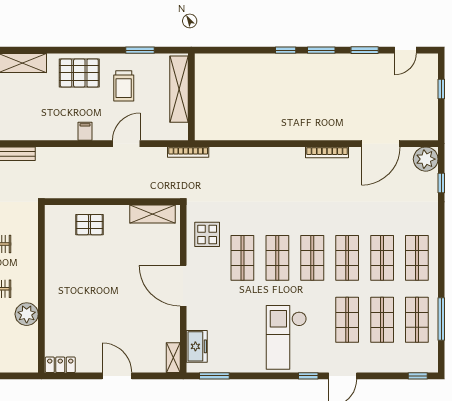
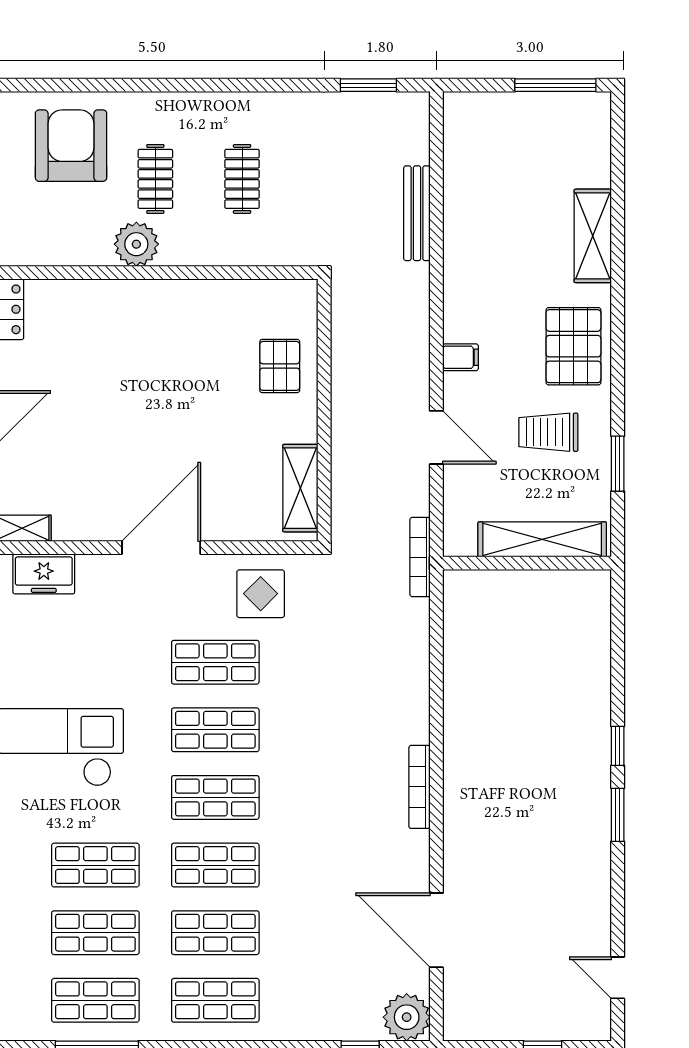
window: (365, 50) -> (618, 899), removed
bookcase: (327, 152) -> (420, 787), moved
plant: (27, 314) -> (136, 244), moved

